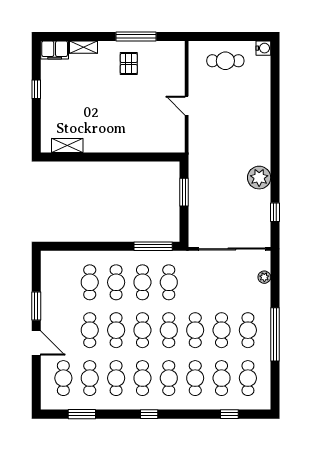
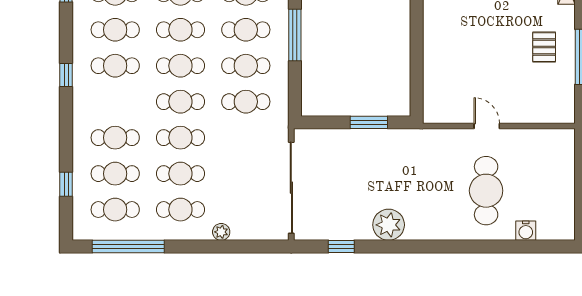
water cooler: (263, 48) -> (526, 231), moved
cafe table: (225, 61) -> (486, 191), moved, width x1.37, depth x1.35
pallet: (129, 64) -> (544, 47), turned 90
door: (187, 106) -> (487, 126), hinge flipped
window: (153, 246) -> (295, 35), moved
plant: (264, 277) -> (221, 232), moved
window: (275, 334) -> (128, 247), moved
cafe table: (169, 378) -> (115, 102), removed

